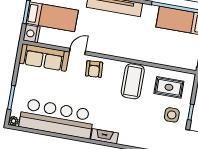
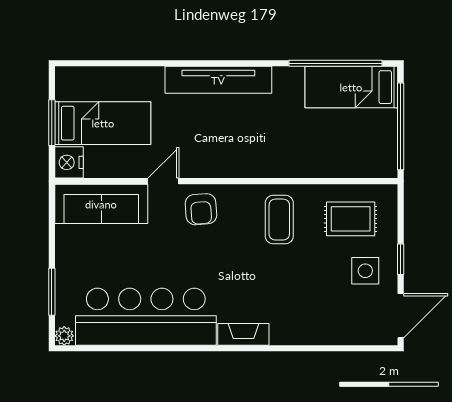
coffee table: (133, 81) -> (279, 220), width x0.73, depth x0.76

